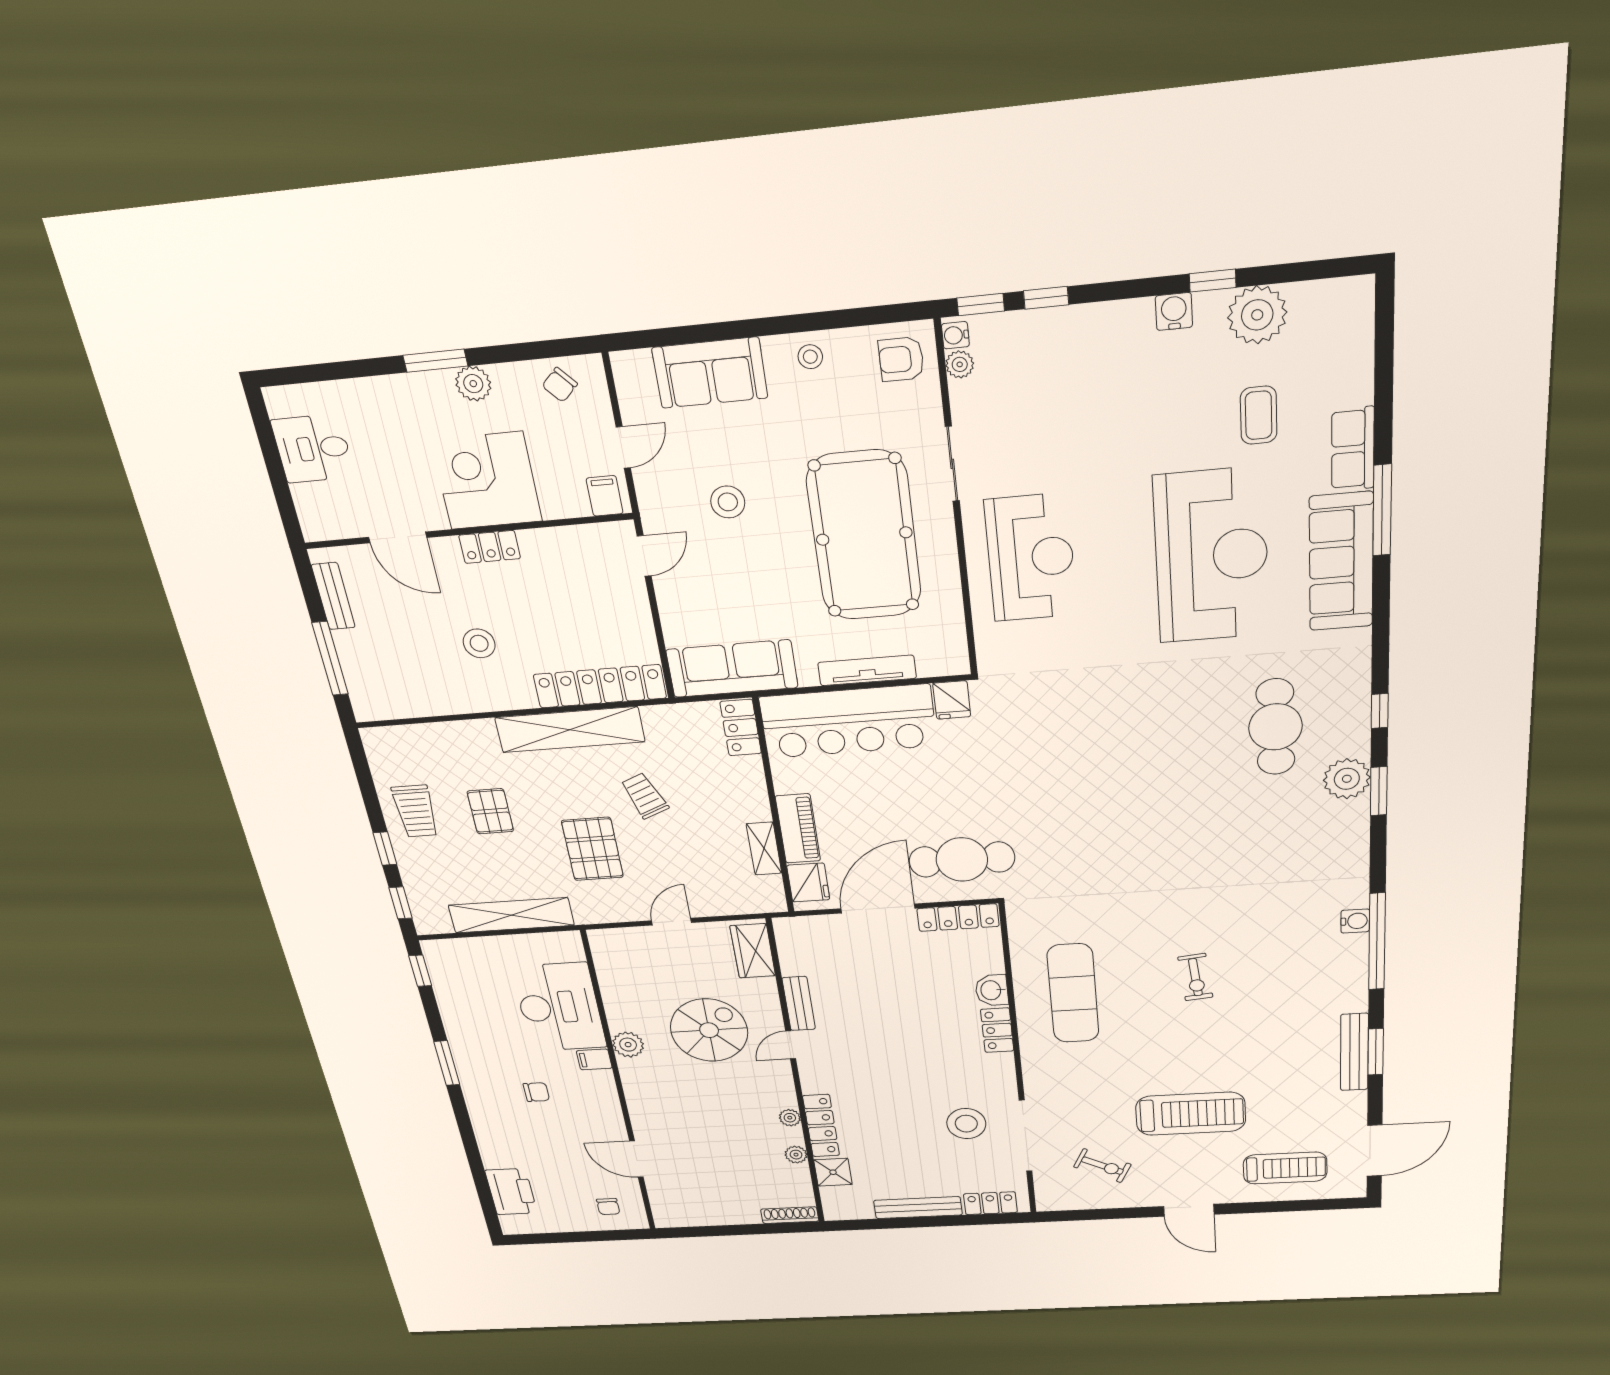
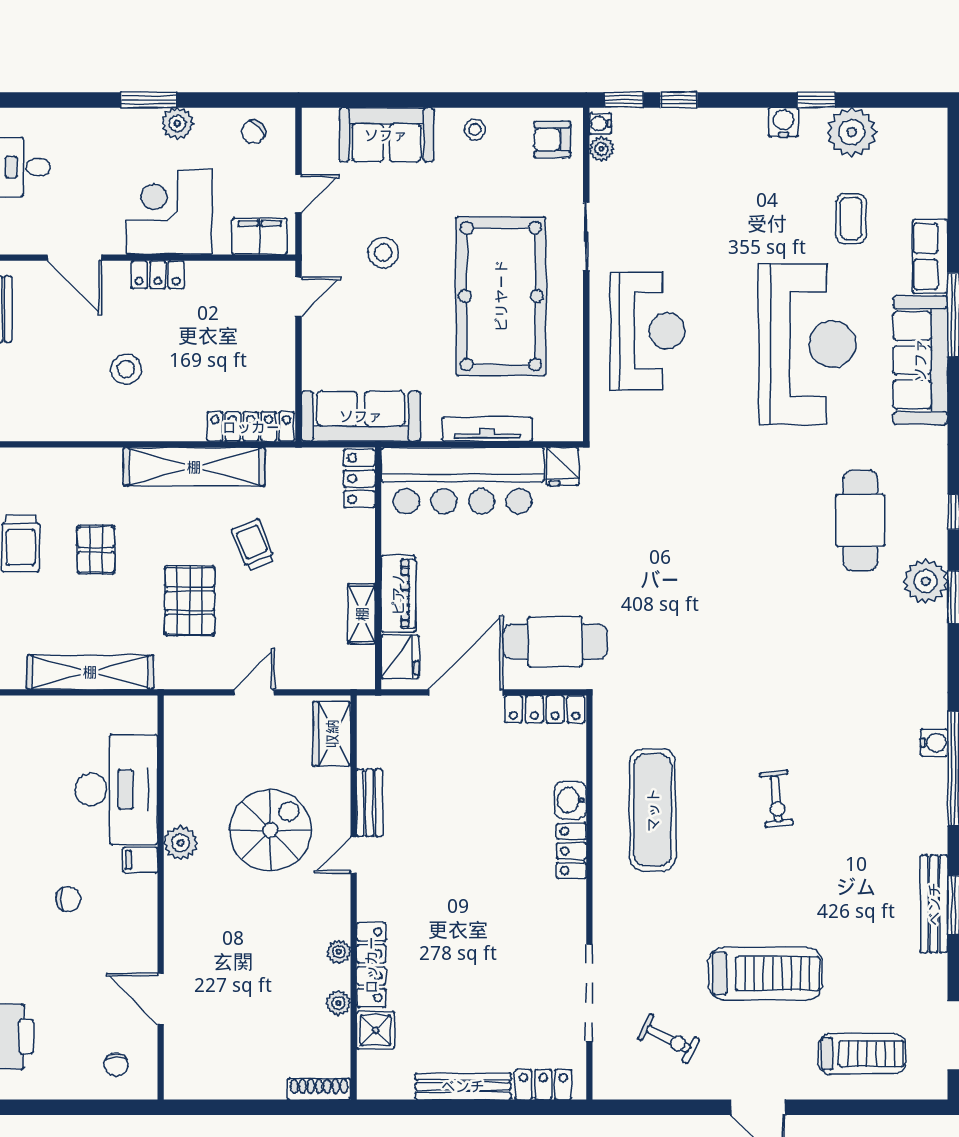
filing cabinet: (605, 496) -> (260, 236), width x2.00
locker: (600, 686) -> (251, 427), width x0.71, depth x0.83
stool: (966, 1124) -> (528, 972), removed

